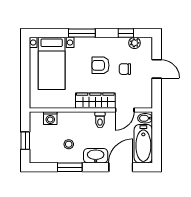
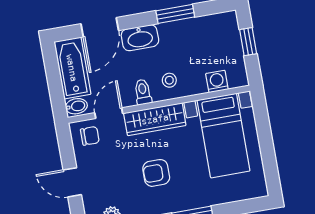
bed with nightstands: (52, 63) -> (223, 136), moved, turned 180
armchair: (101, 65) -> (156, 173), turned 180
chair: (125, 69) -> (90, 136), moved
stool: (69, 144) -> (169, 80), moved

